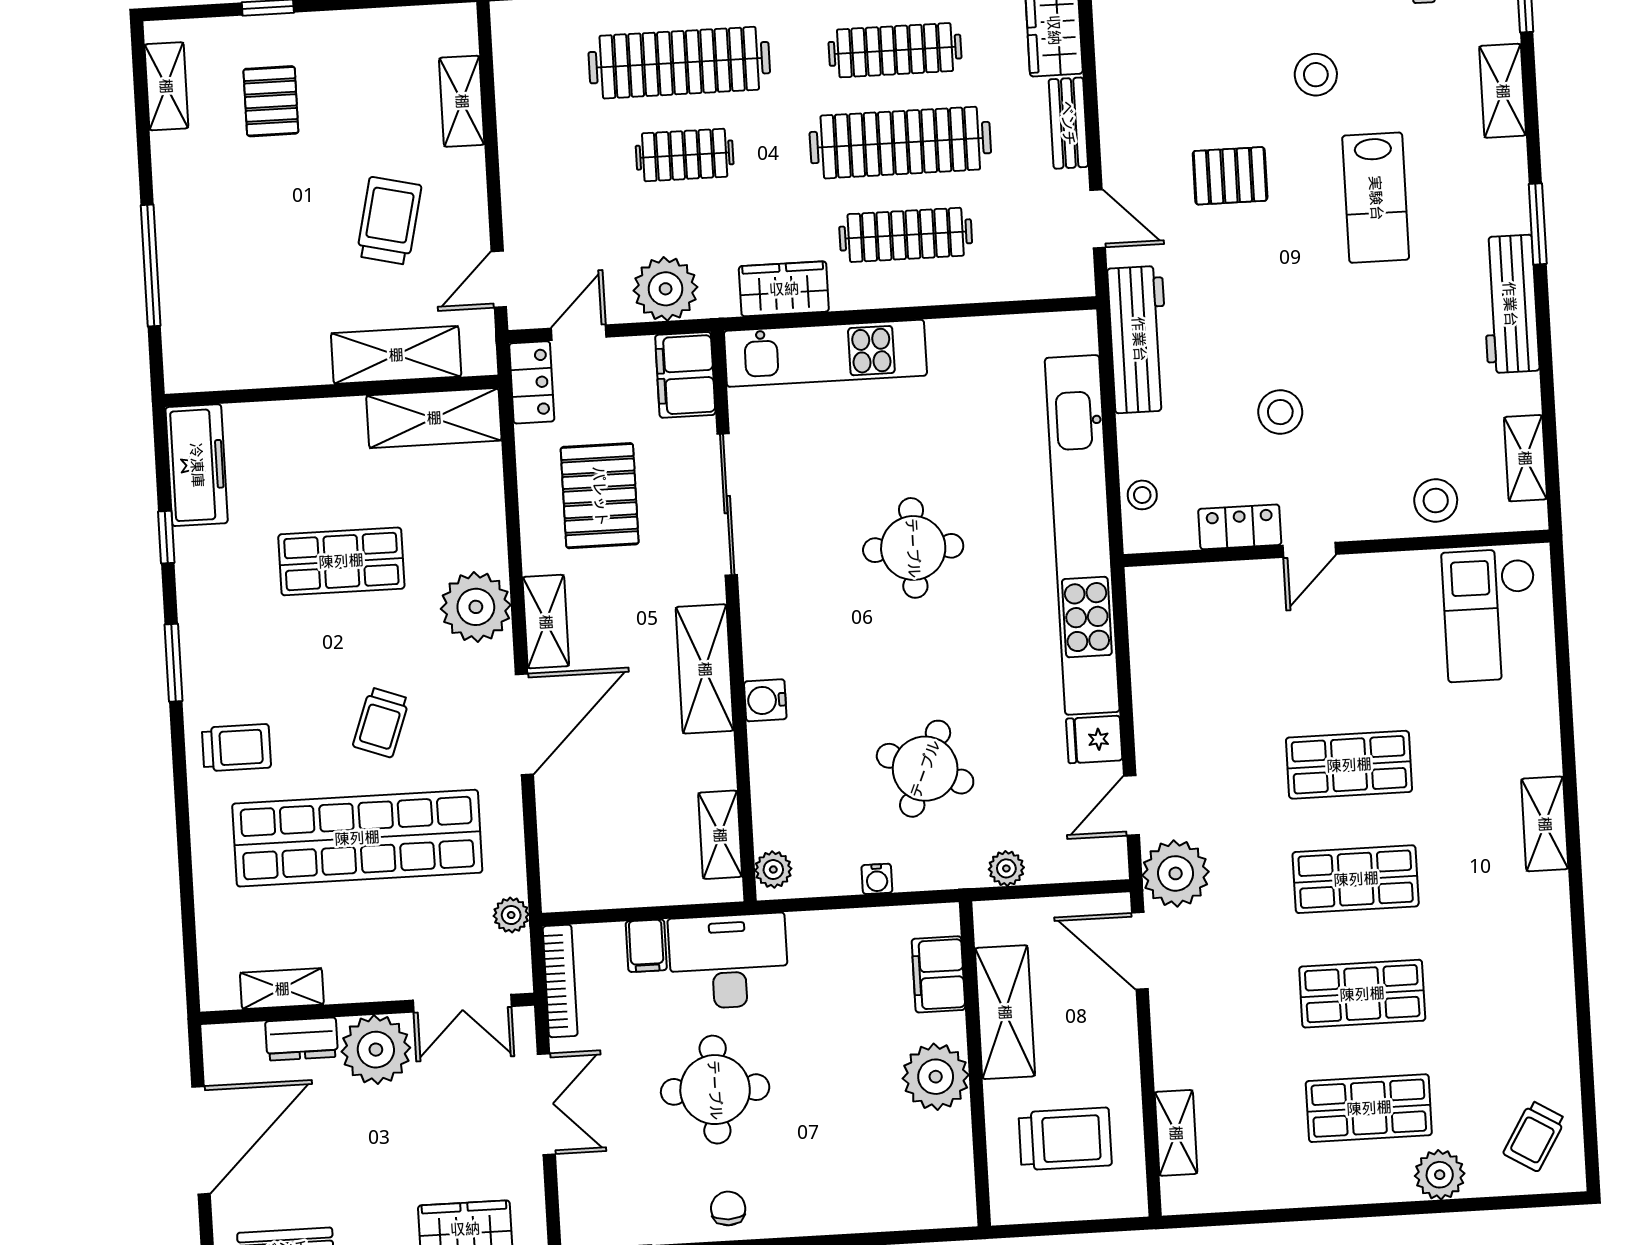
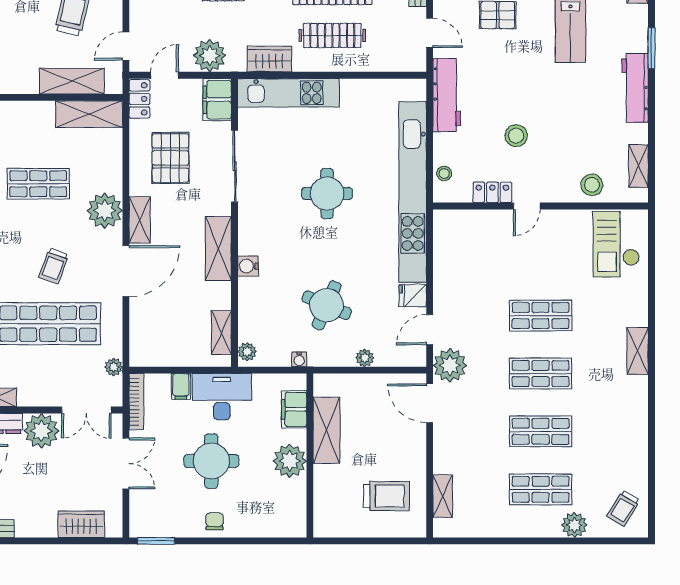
filing cabinet: (938, 974) -> (294, 409), moved
shelving: (1005, 1012) -> (327, 430), moved
wall: (975, 1064) -> (310, 456), moved
plant: (936, 1077) -> (290, 461), moved

